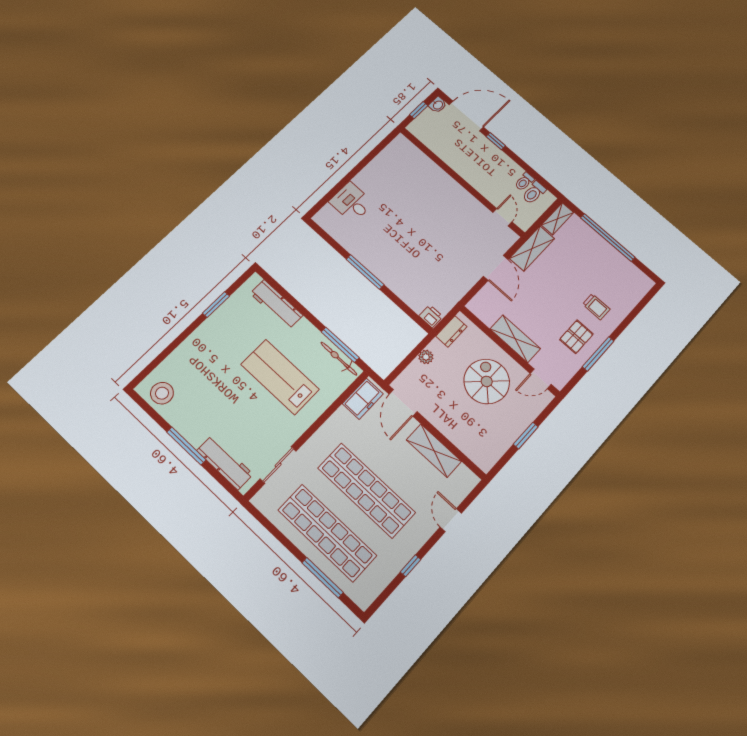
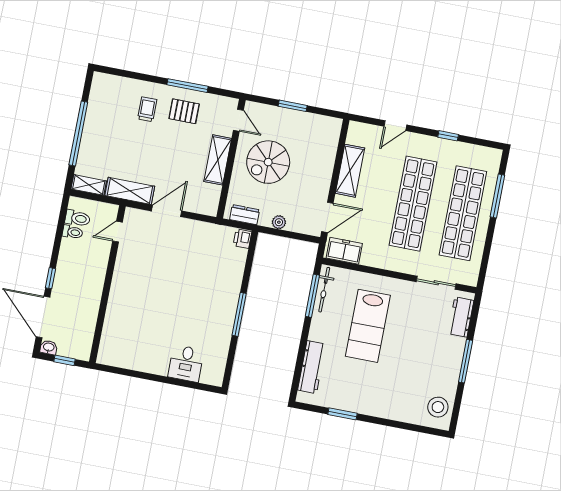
workbench: (225, 462) -> (461, 317), width x0.73

